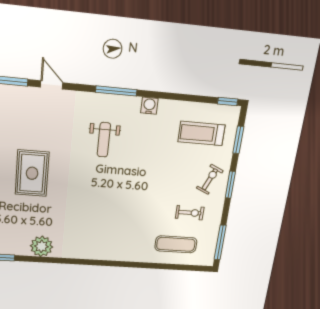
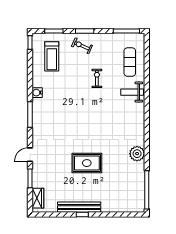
weight bench: (104, 140) -> (132, 92), moved, turned 180
exercise bike: (190, 213) -> (97, 78), moved

